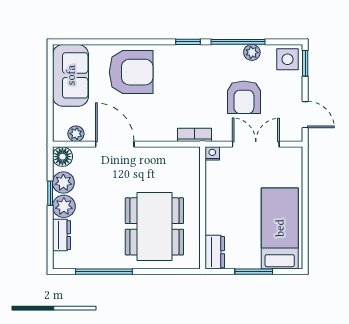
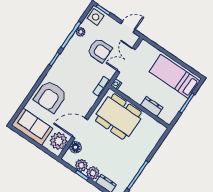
armchair: (131, 72) -> (50, 96), turned 180
plant: (76, 134) -> (59, 141), width x1.88, depth x1.88
floor lamp: (62, 157) -> (75, 147), moved
dining table: (154, 226) -> (118, 116), moved
dresser: (215, 252) -> (152, 106), moved

